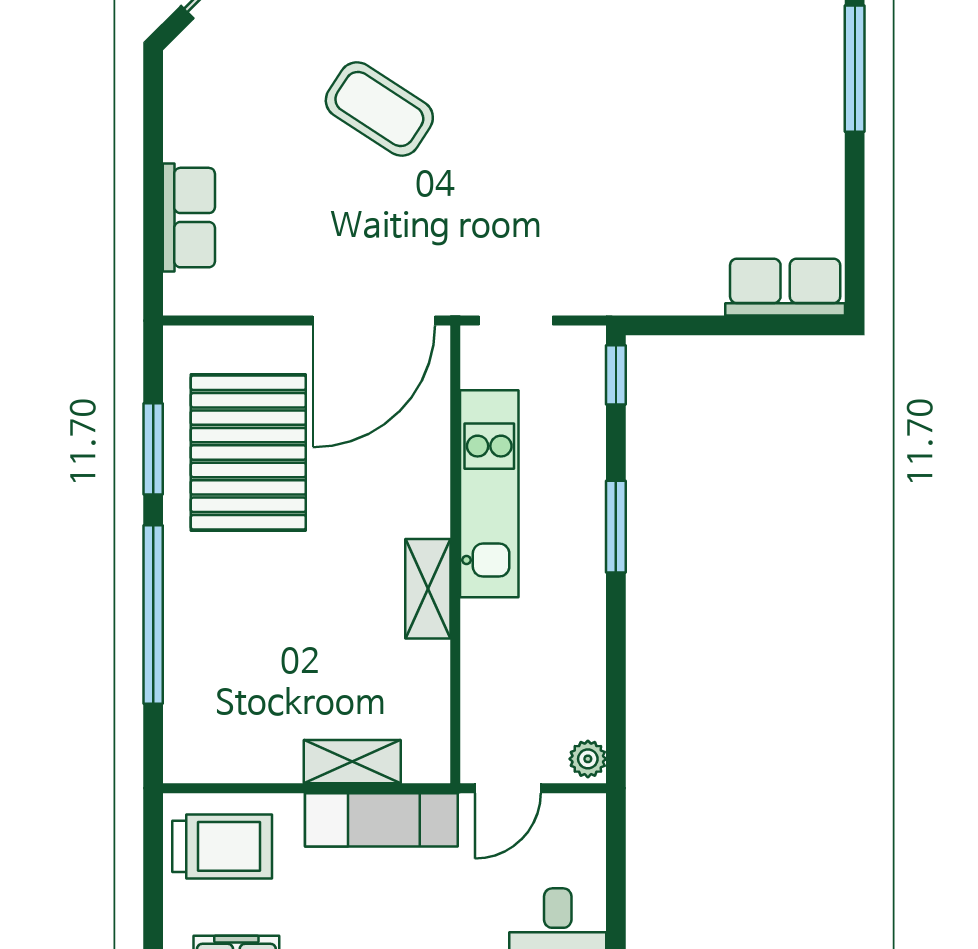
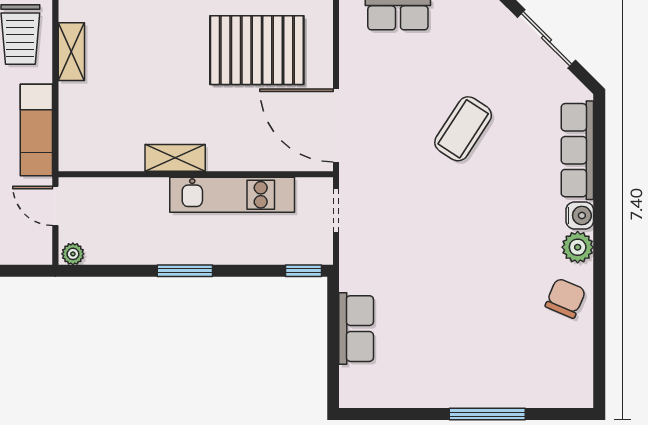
row of seats: (785, 287) -> (356, 329), moved
window: (616, 527) -> (185, 271), moved
shelving: (352, 762) -> (71, 52), moved

